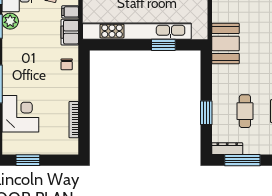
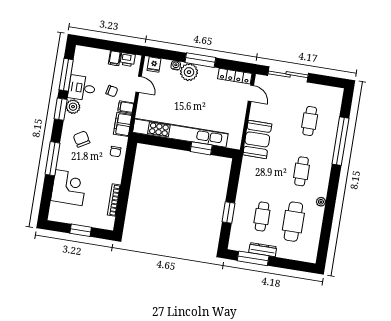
booth: (226, 44) -> (257, 139), moved
chair: (26, 56) -> (82, 139), added
dresser: (227, 149) -> (263, 250), moved
window: (28, 160) -> (81, 230), moved

